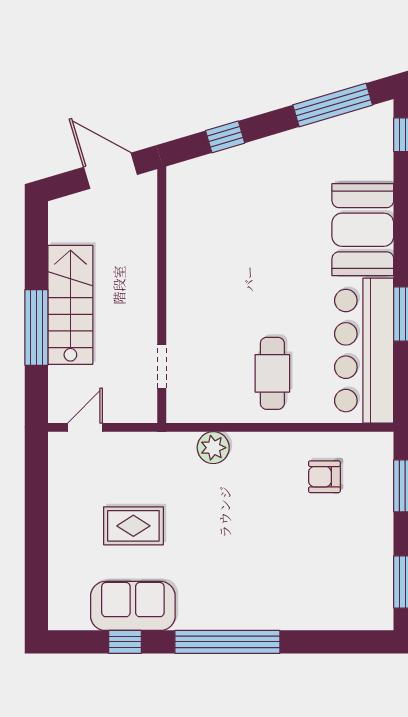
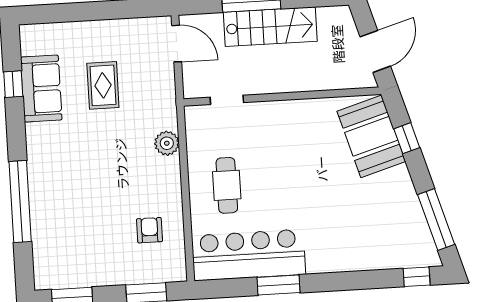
booth: (363, 230) -> (371, 136), moved, turned 74
cafe table: (272, 373) -> (227, 185), turned 90
door: (85, 427) -> (177, 44), width x1.38
window: (227, 642) -> (20, 202), moved

